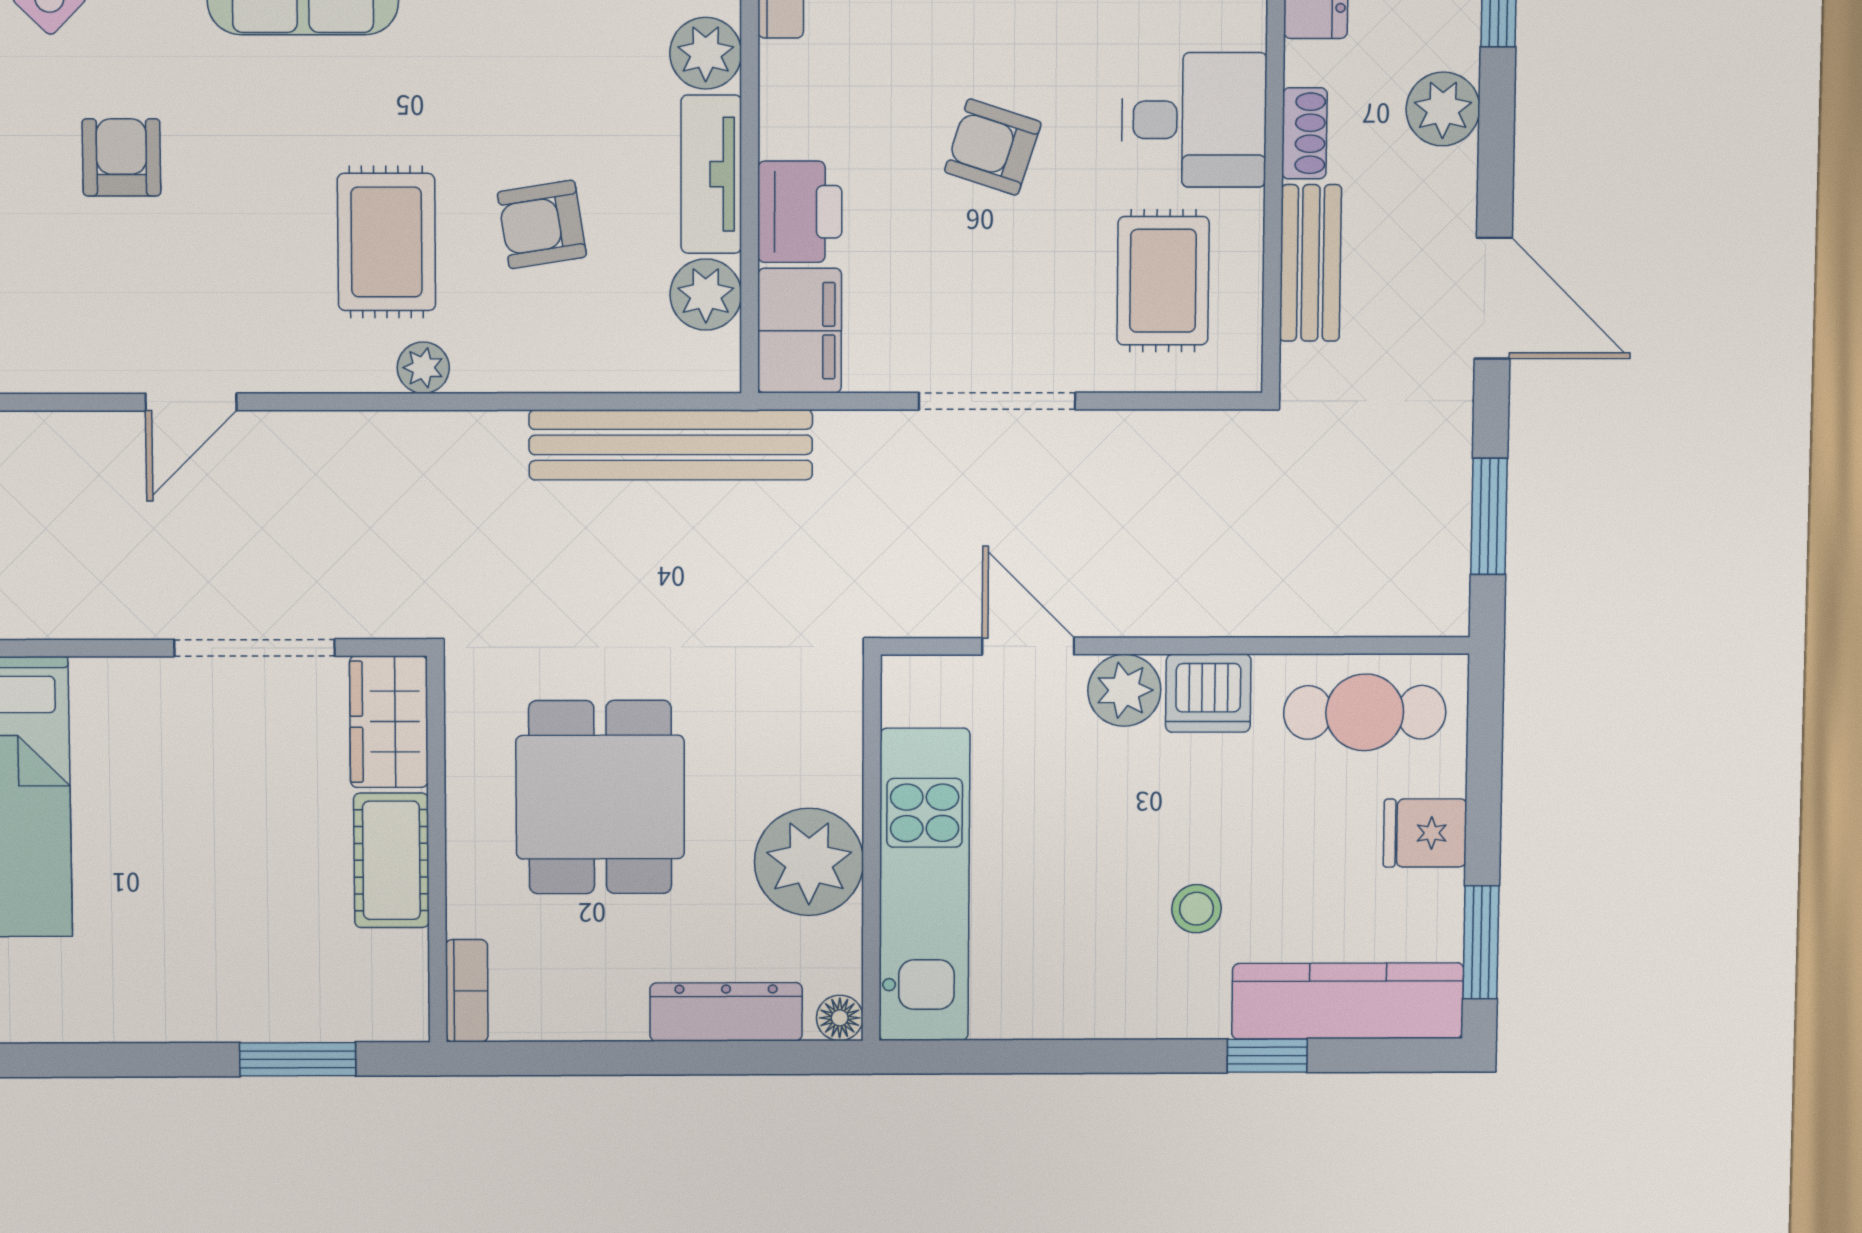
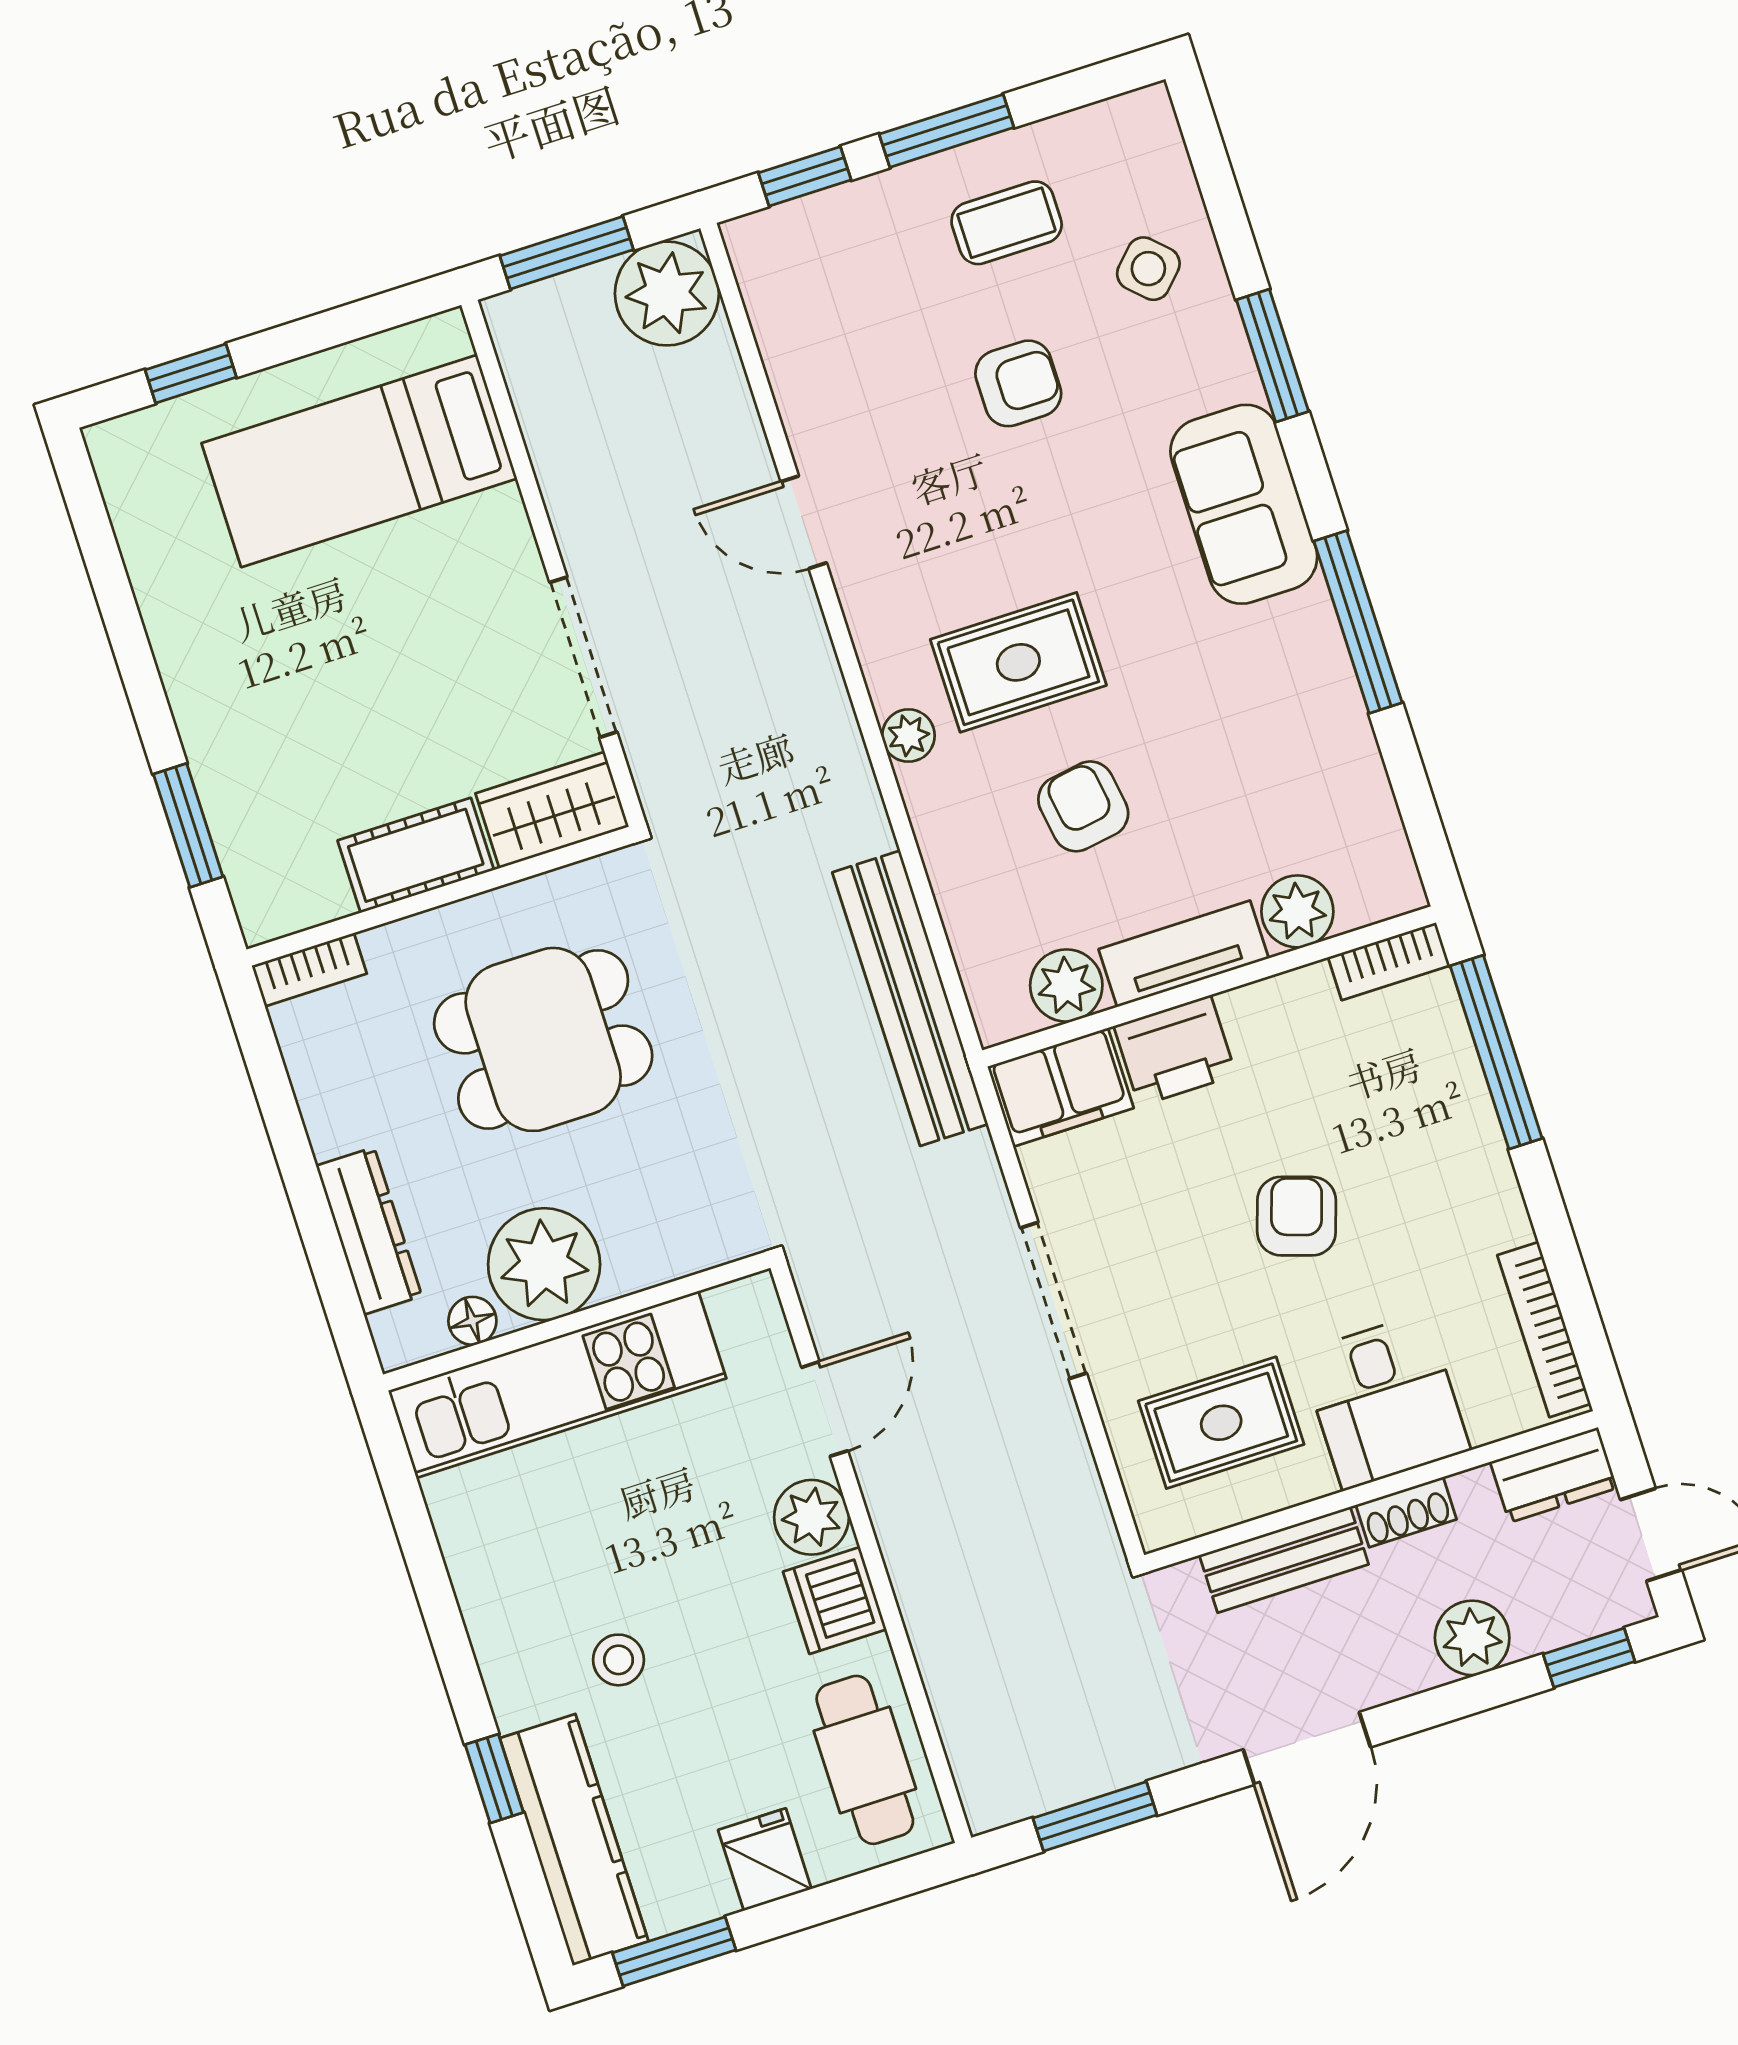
floor lamp: (840, 1018) -> (472, 1321), moved

